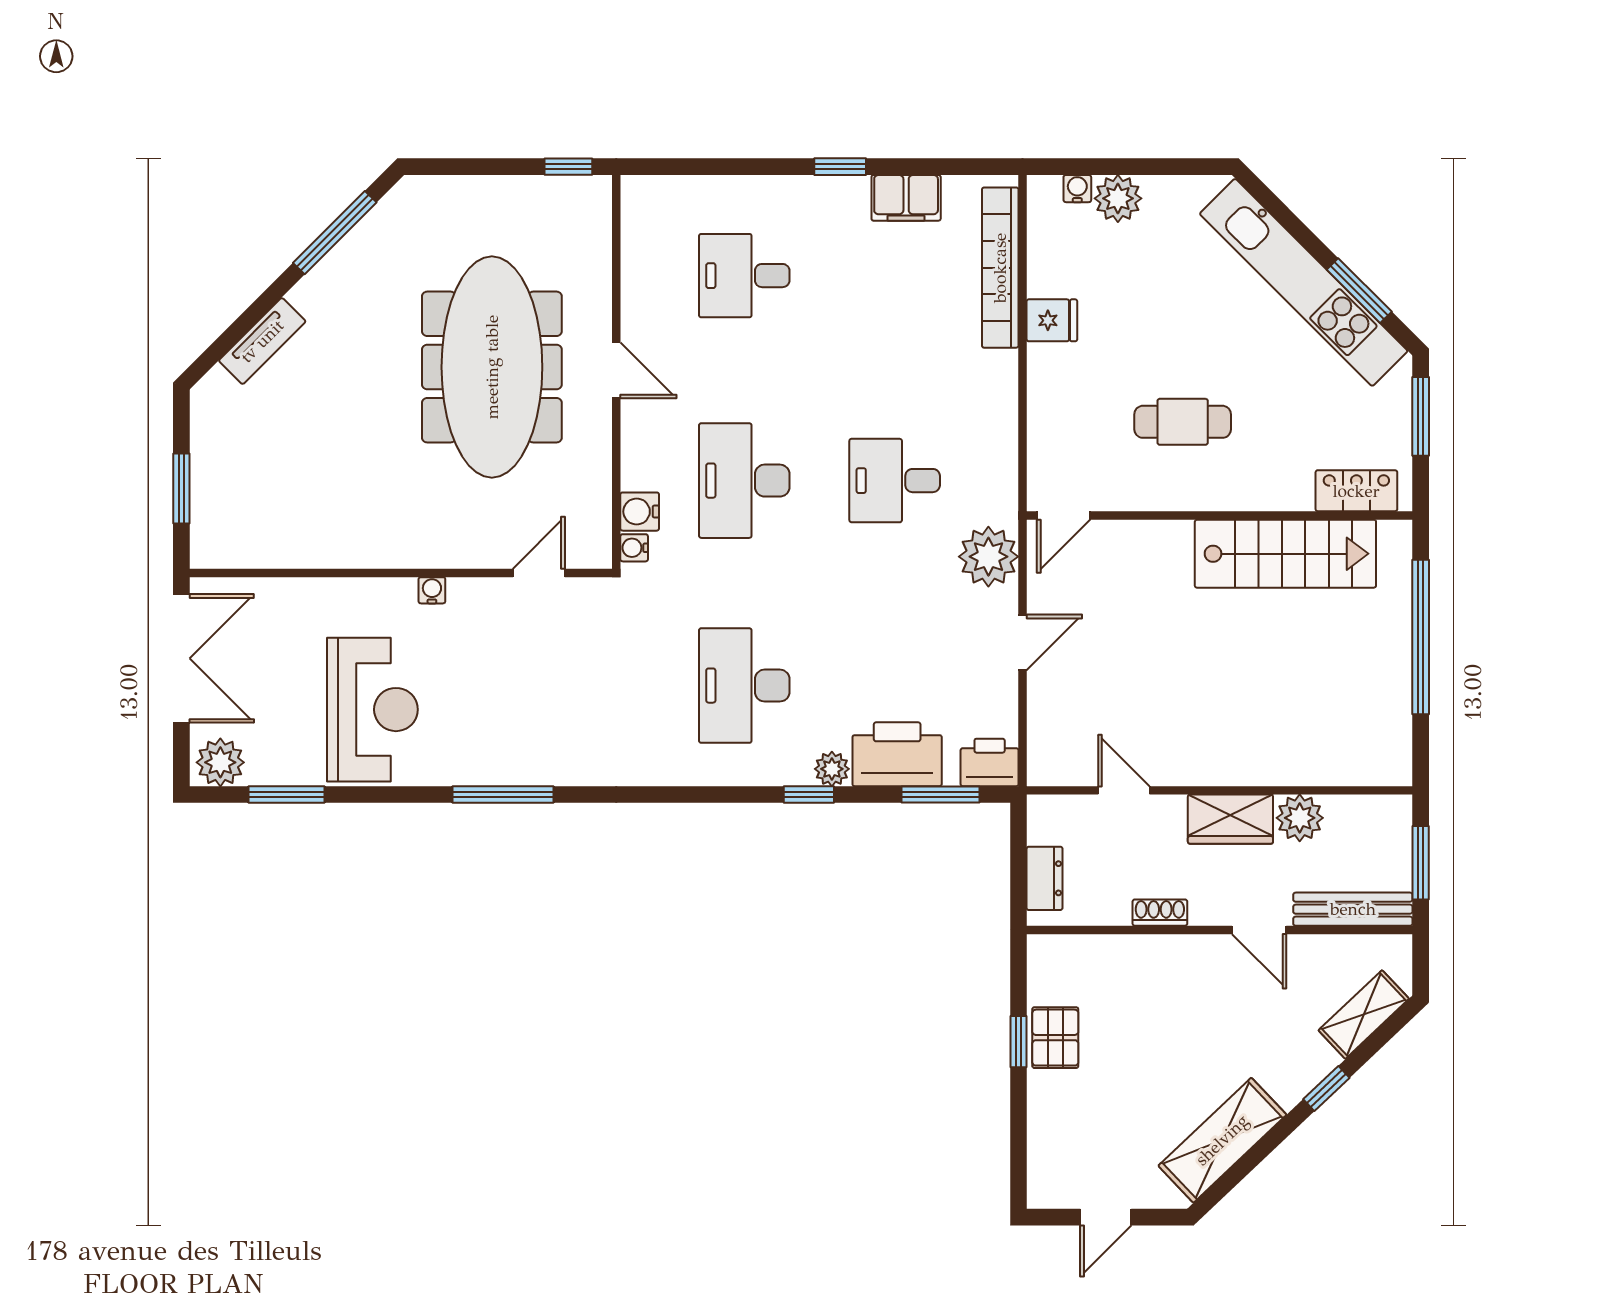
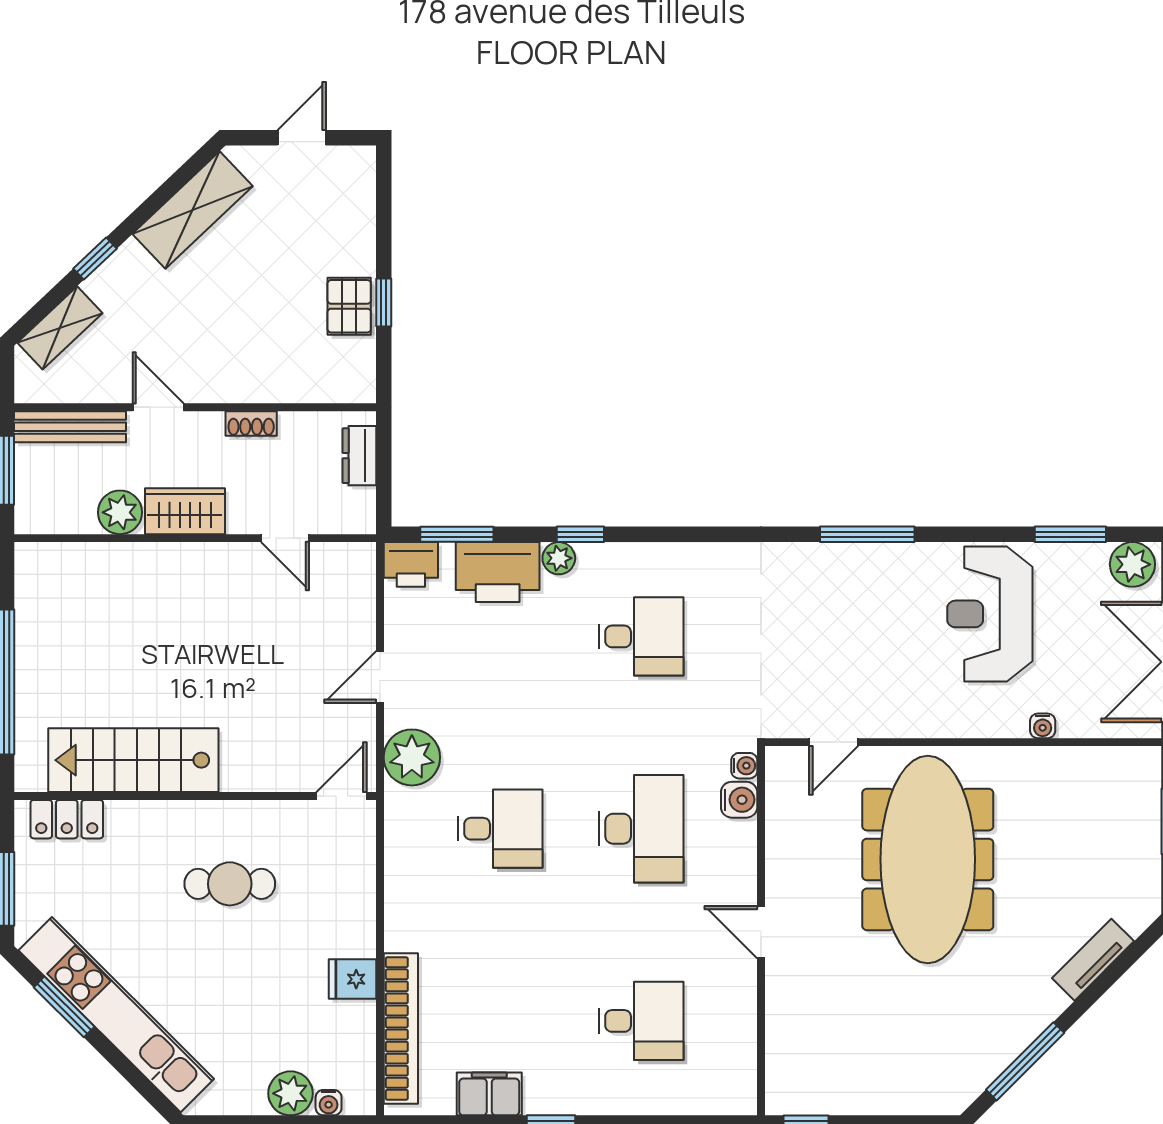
meeting table: (492, 367) -> (928, 859), moved
water cooler: (432, 590) -> (1043, 726), moved
desk: (744, 686) -> (641, 636), width x0.73

